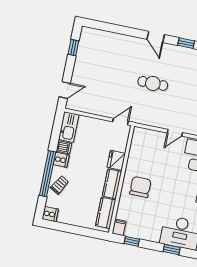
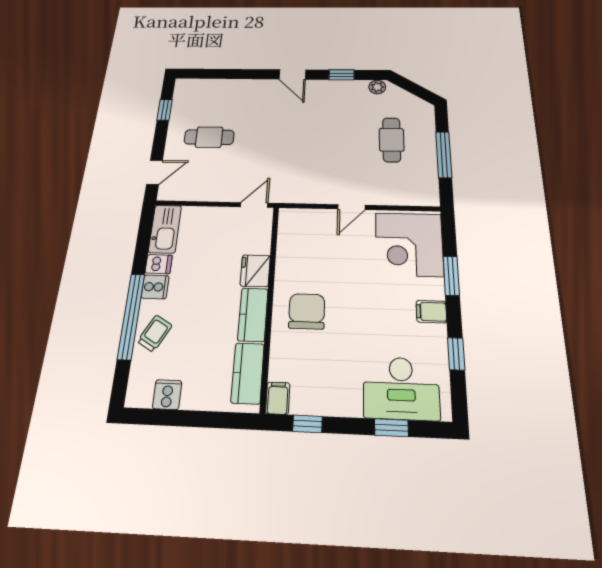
cafe table: (153, 83) -> (209, 137), moved
cooker: (50, 214) -> (167, 395), moved, turned -90

